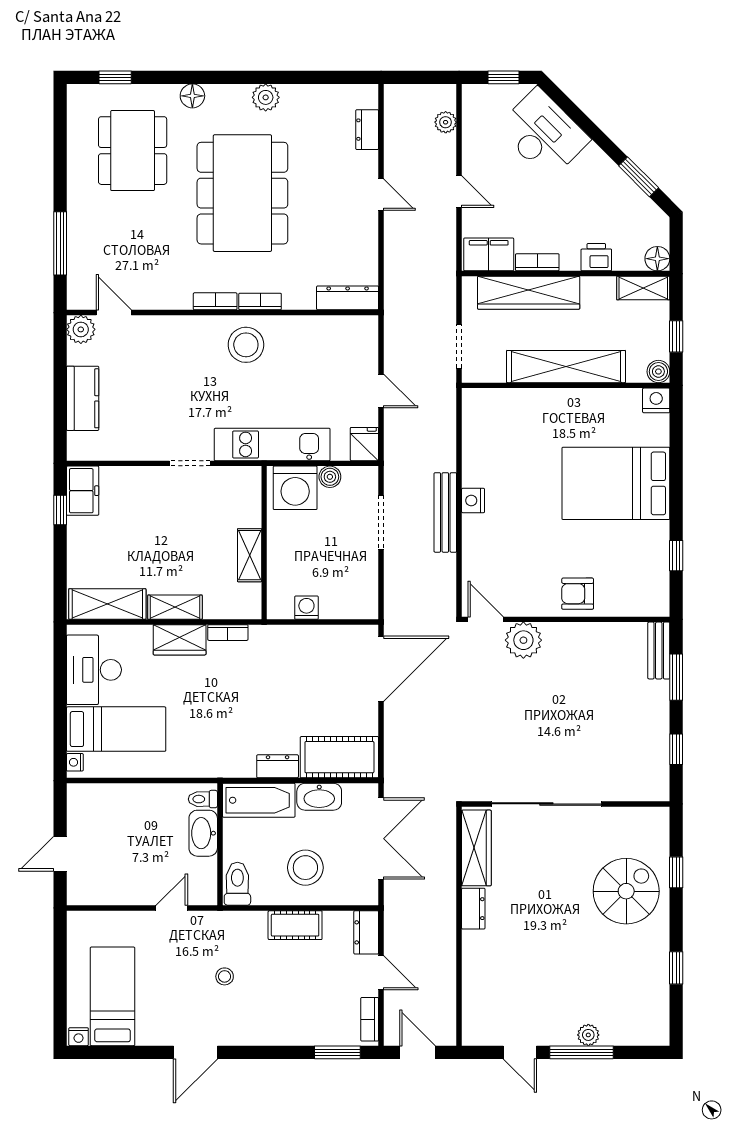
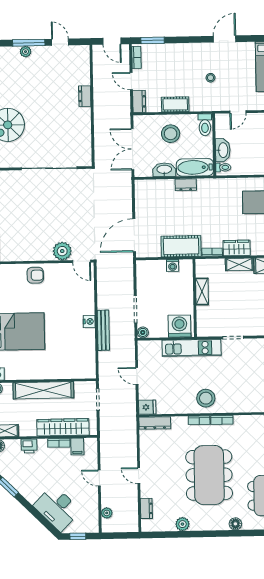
plant: (266, 97) -> (182, 524), moved
filing cabinet: (489, 254) -> (77, 446), width x0.50
fridge: (364, 444) -> (147, 407), moved, turned -90
boiler: (330, 477) -> (143, 332), moved
bench: (445, 512) -> (103, 330), moved
cot: (339, 757) -> (181, 246), moved
wardrobe: (476, 848) -> (84, 145), removed
dresser: (473, 909) -> (85, 96), moved

